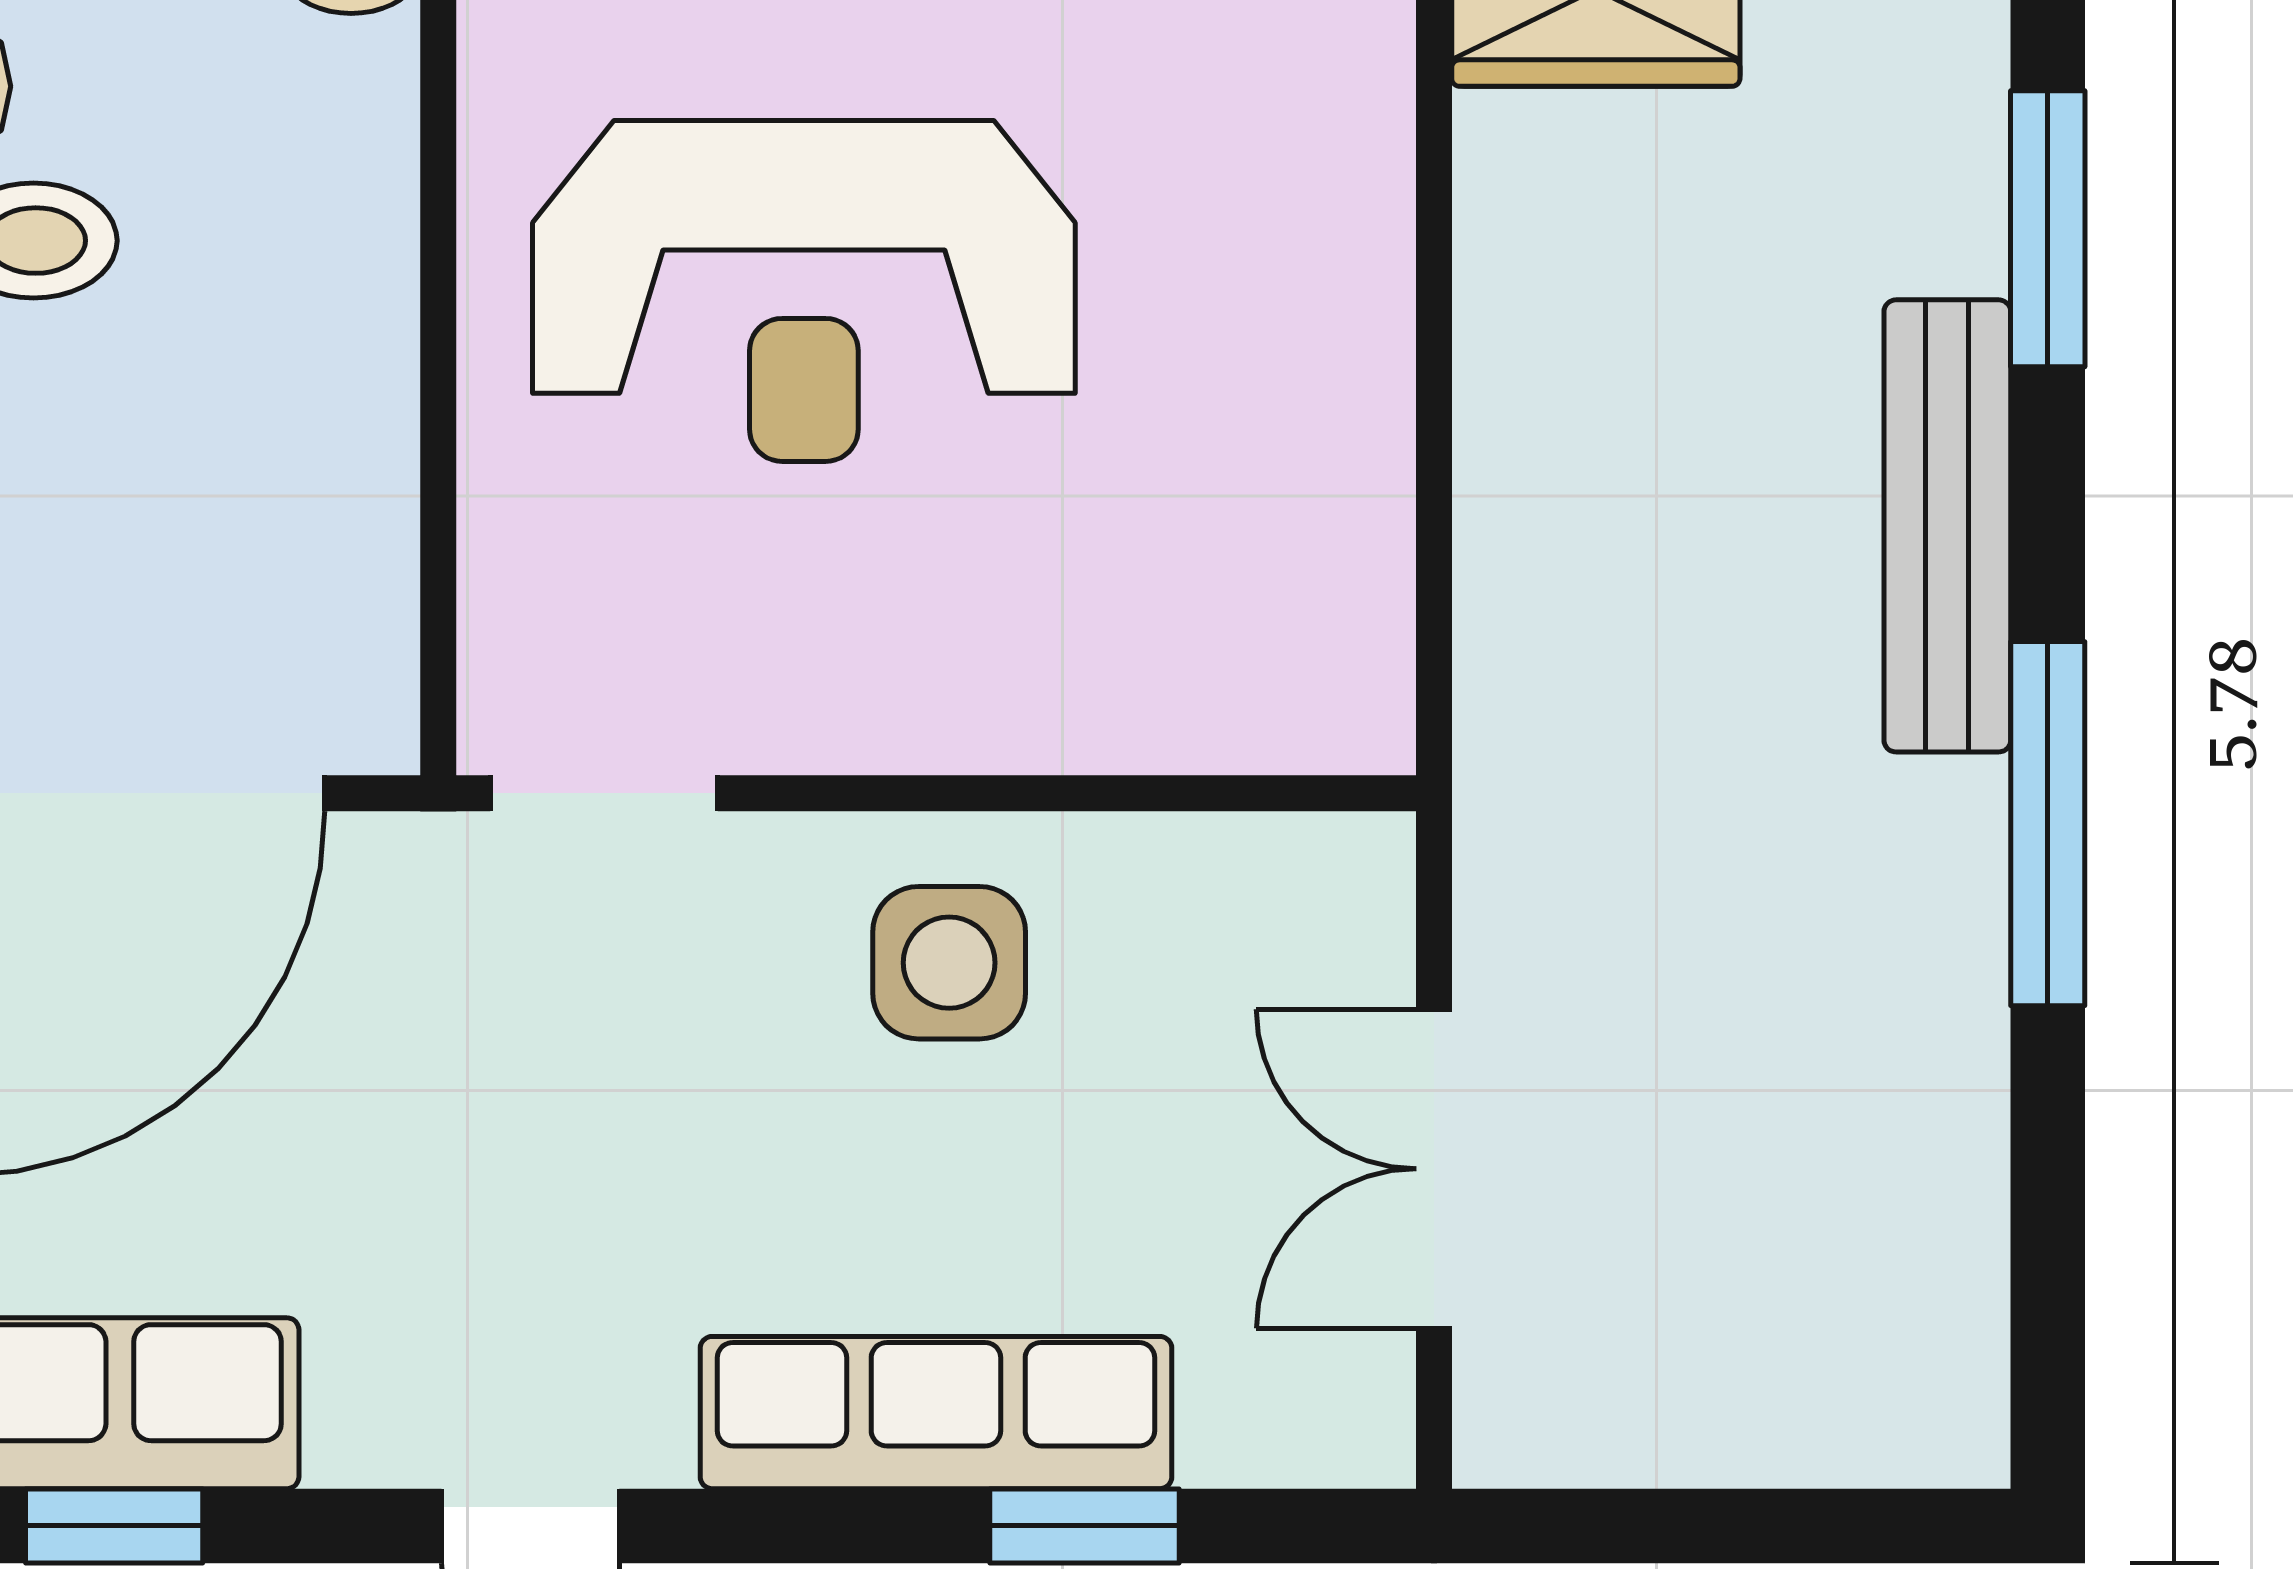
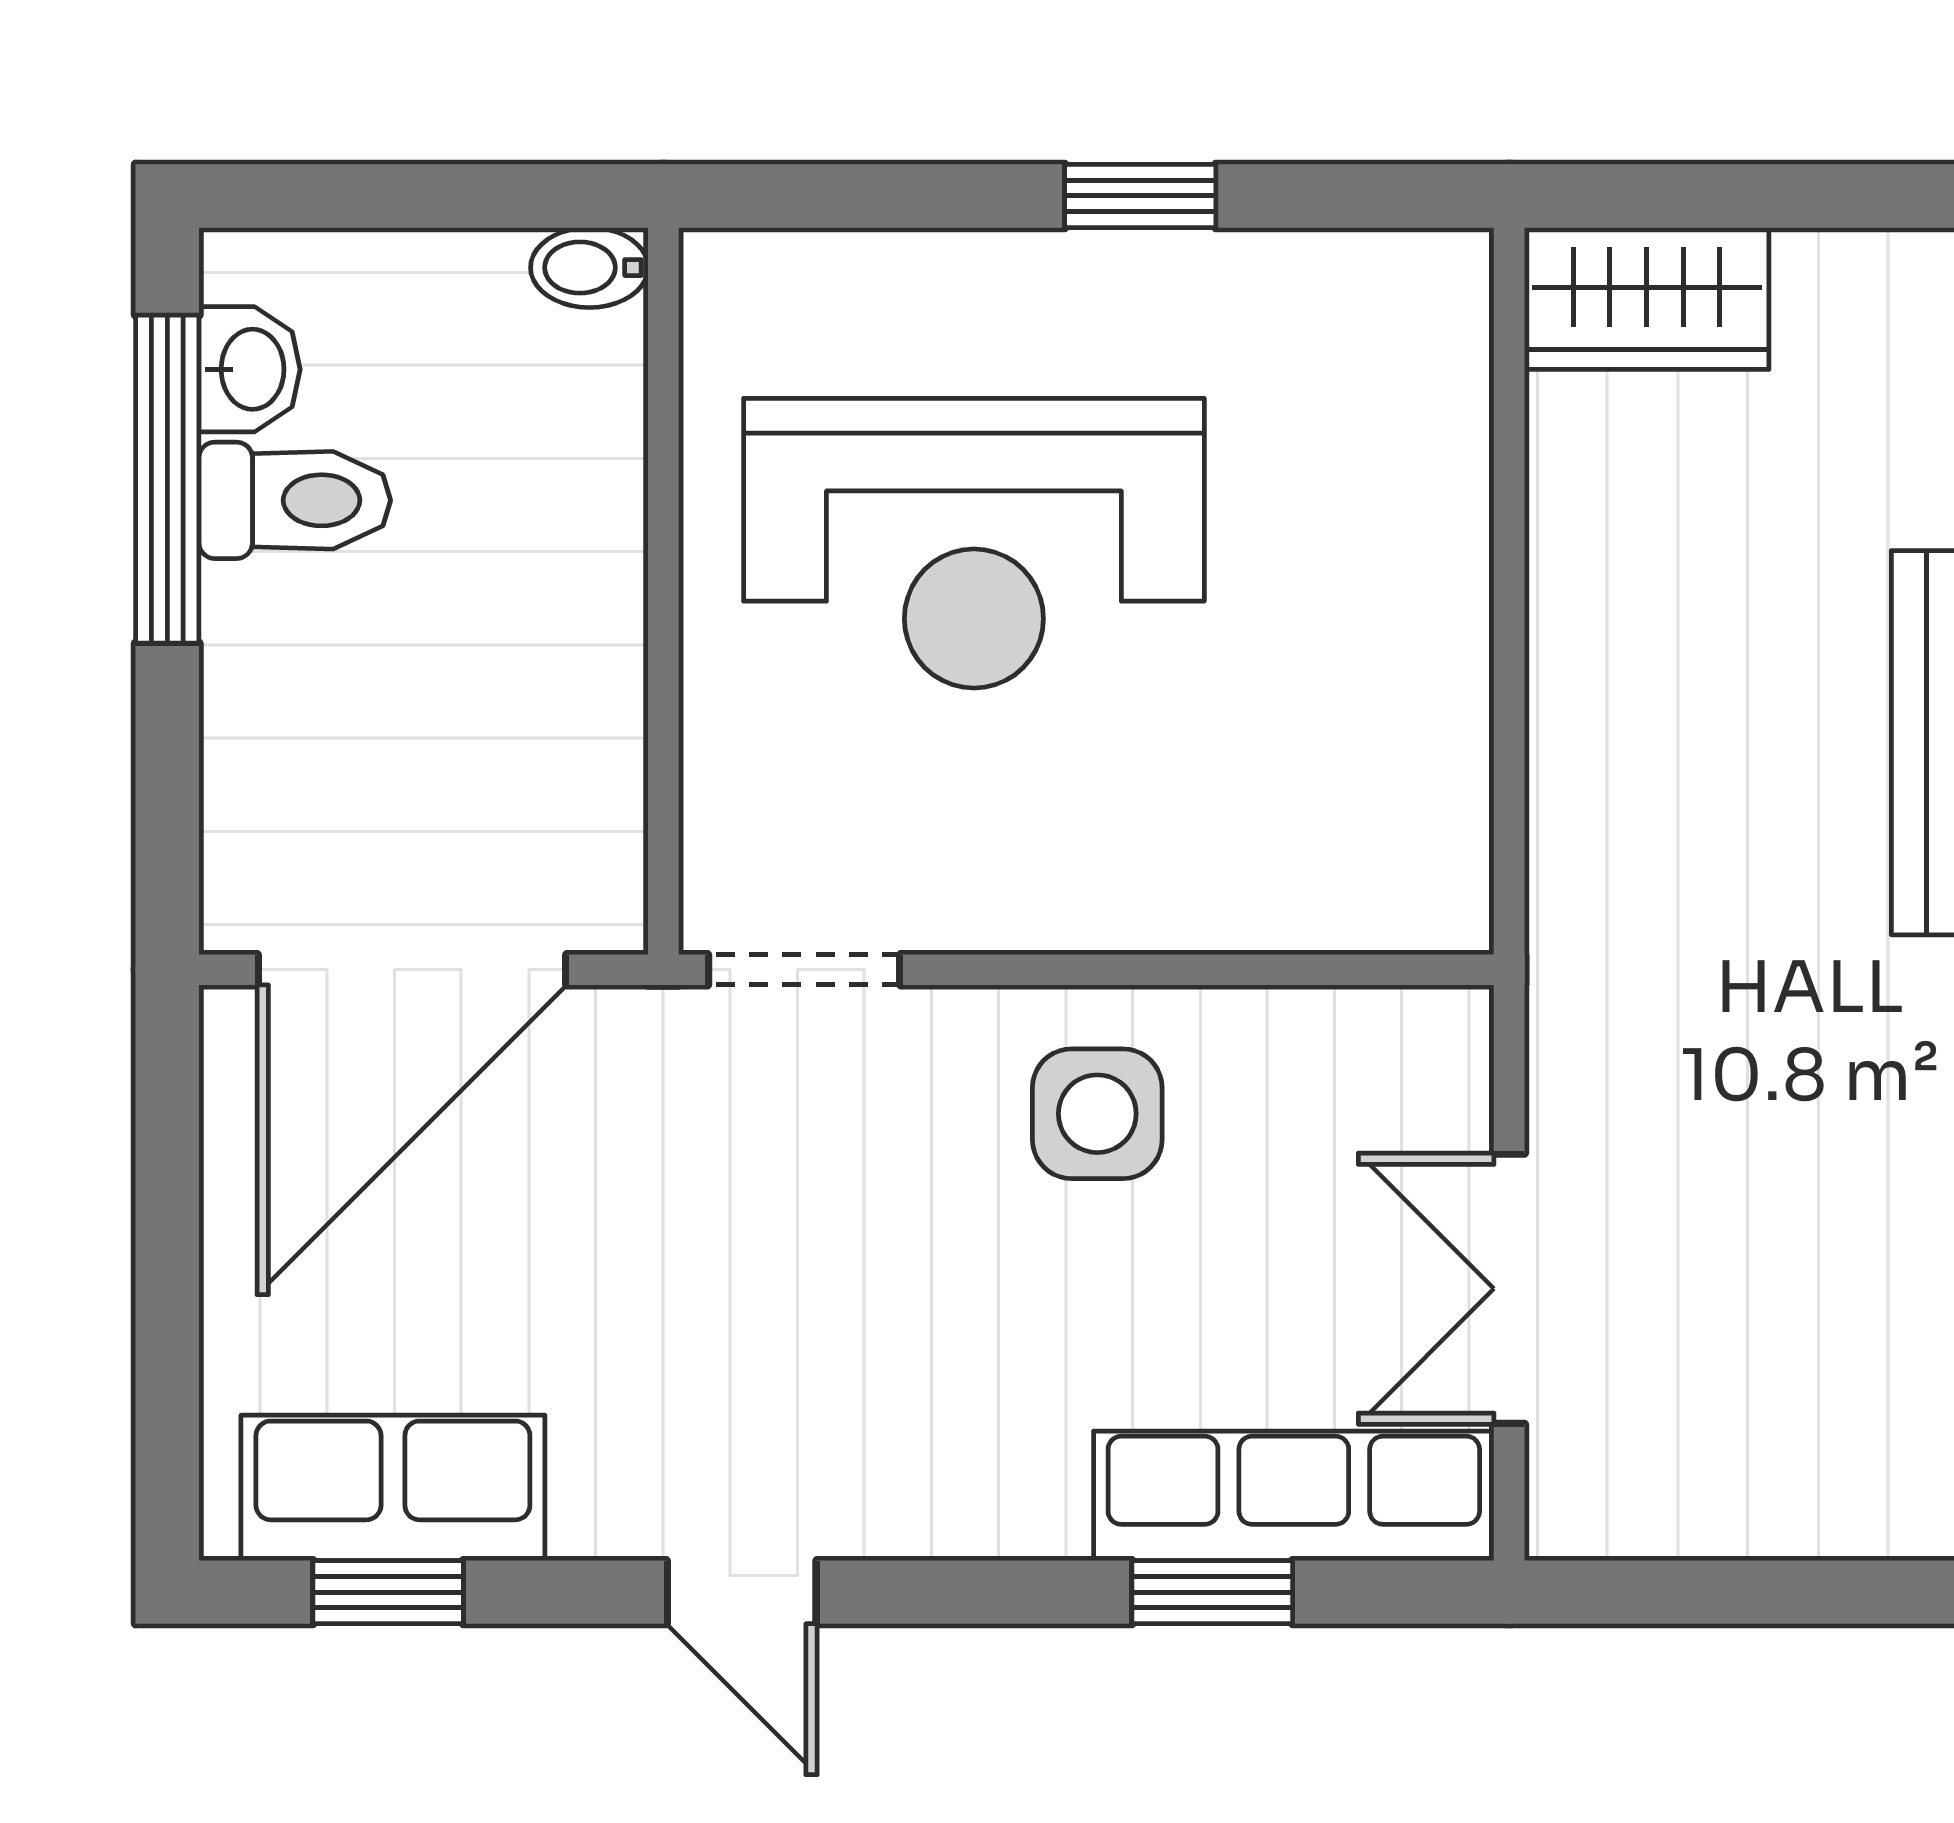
row of seats: (936, 1413) -> (1294, 1496), moved

